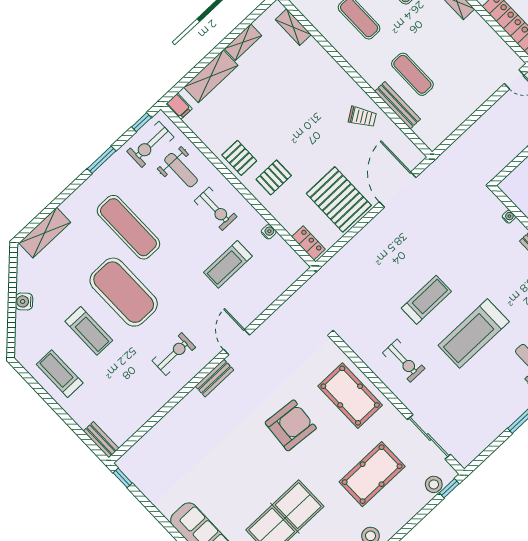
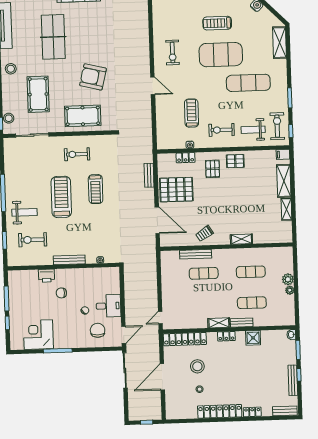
shelving: (293, 27) -> (241, 239), moved
locker: (308, 243) -> (186, 158), moved
bench: (214, 378) -> (149, 175), moved
armchair: (291, 425) -> (93, 77), turned 99

